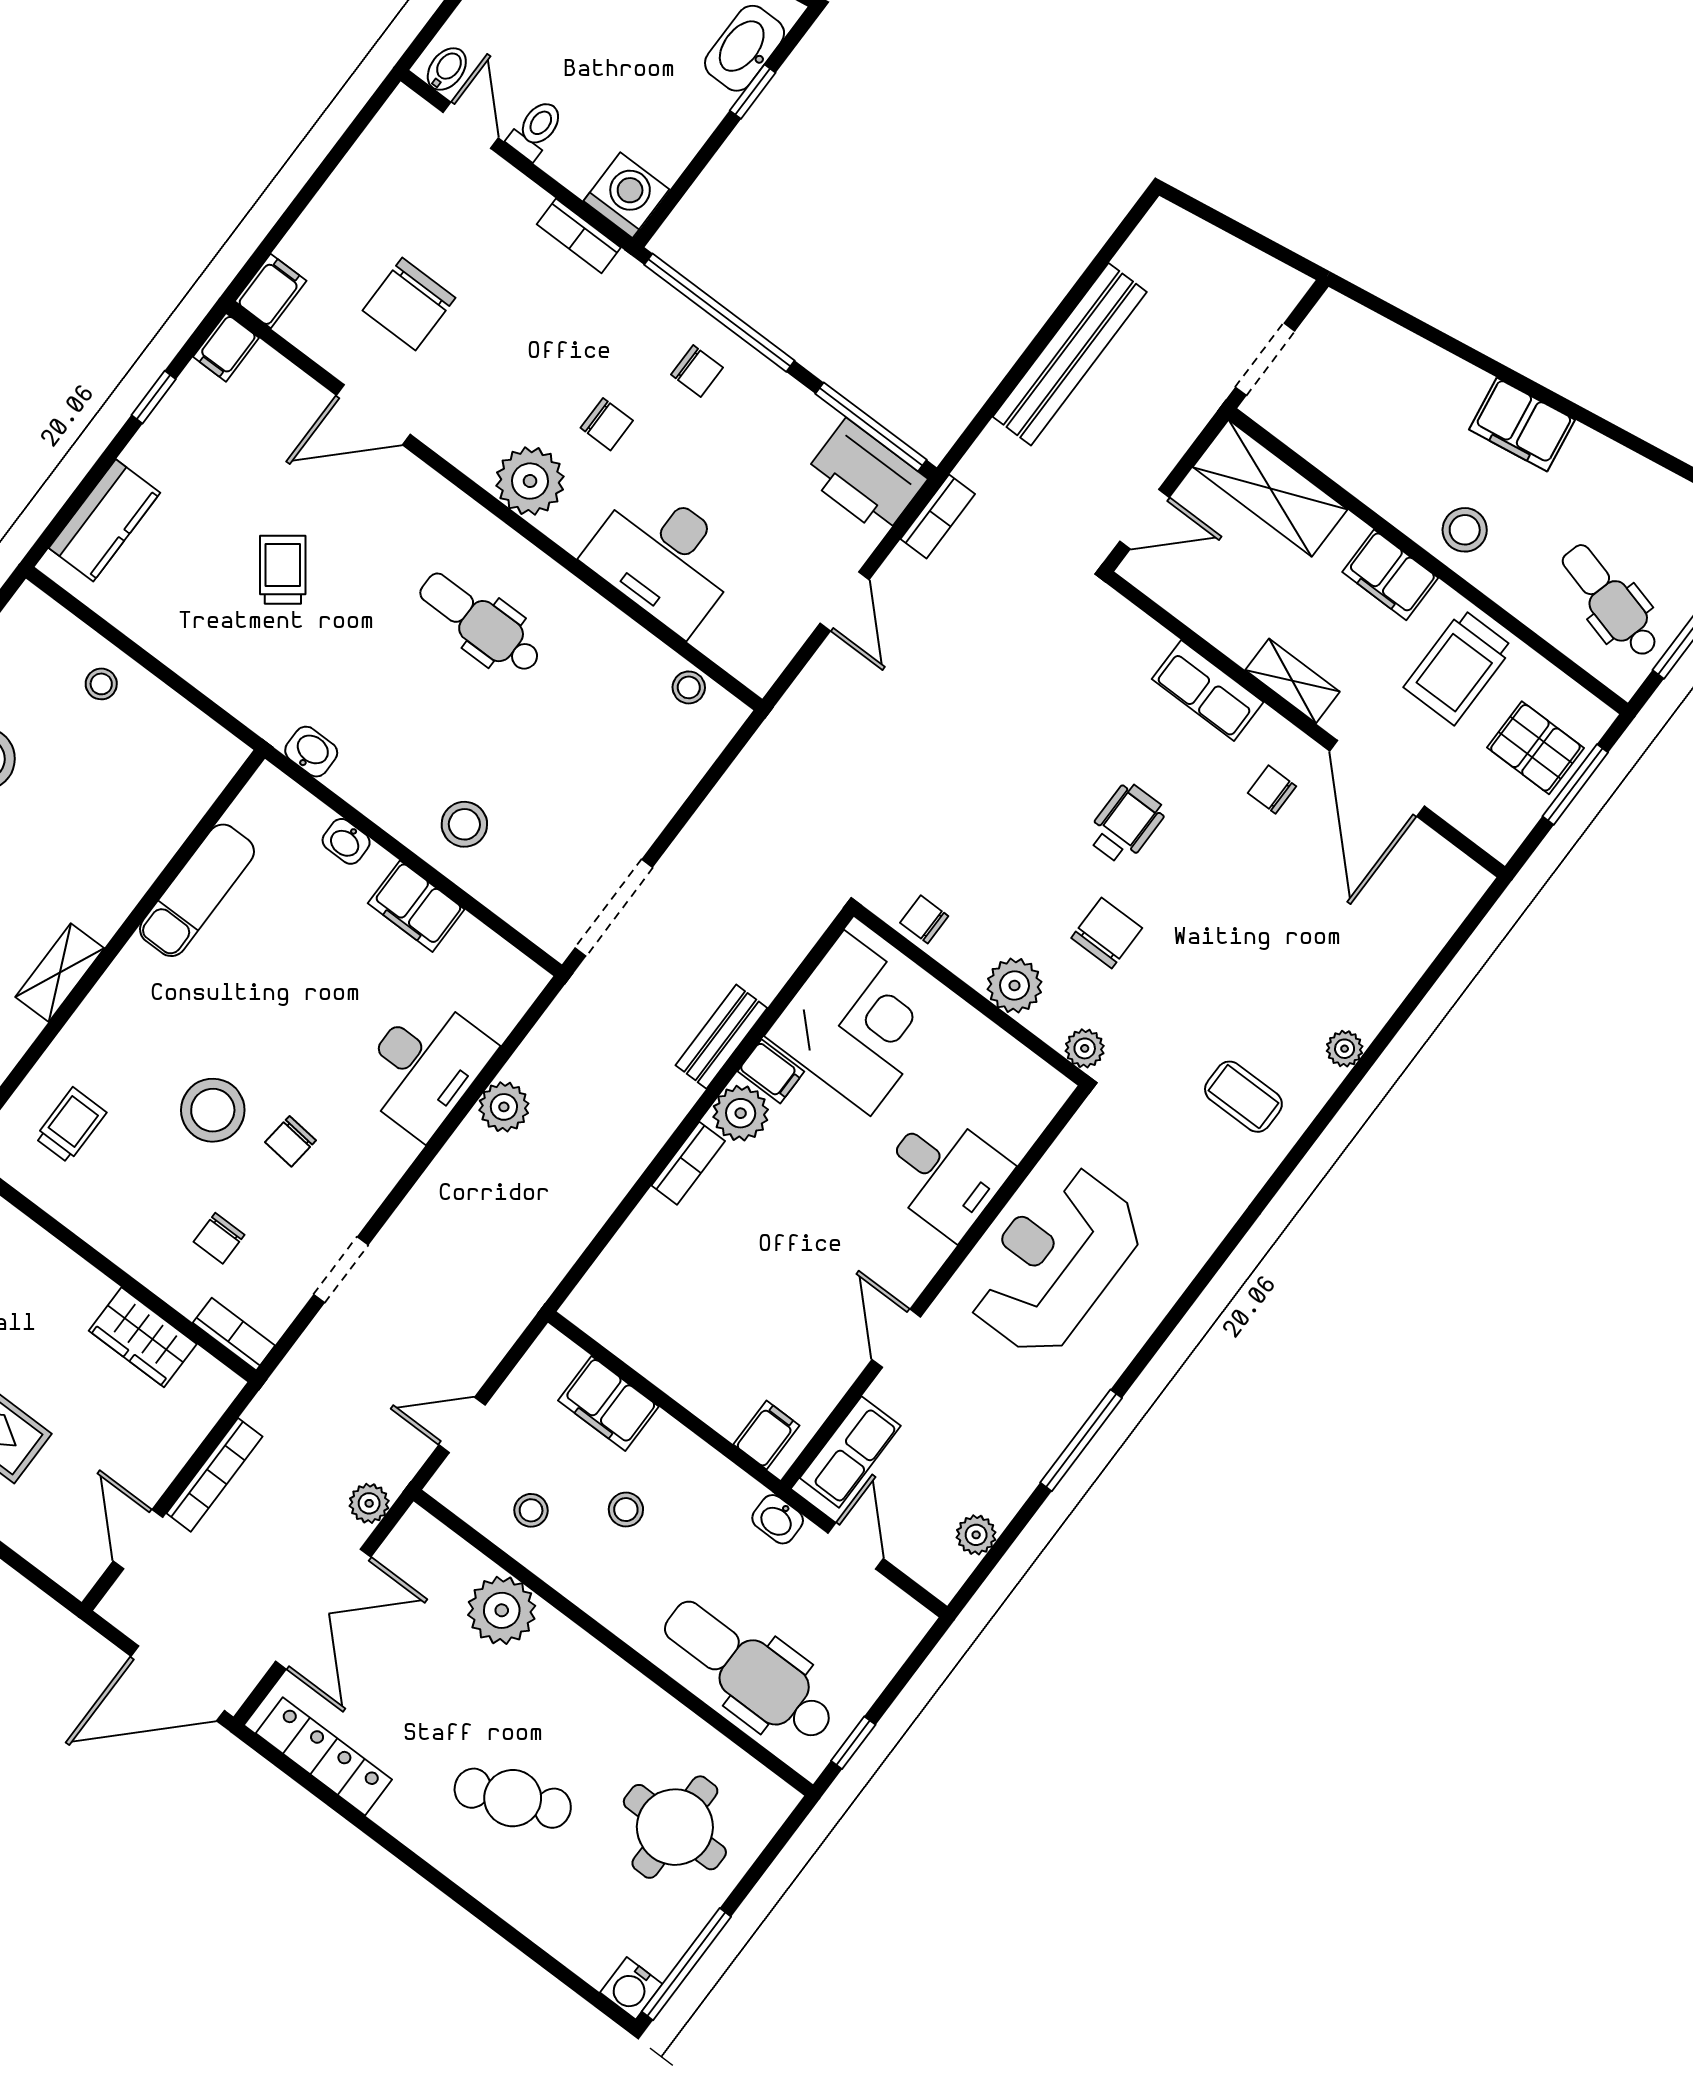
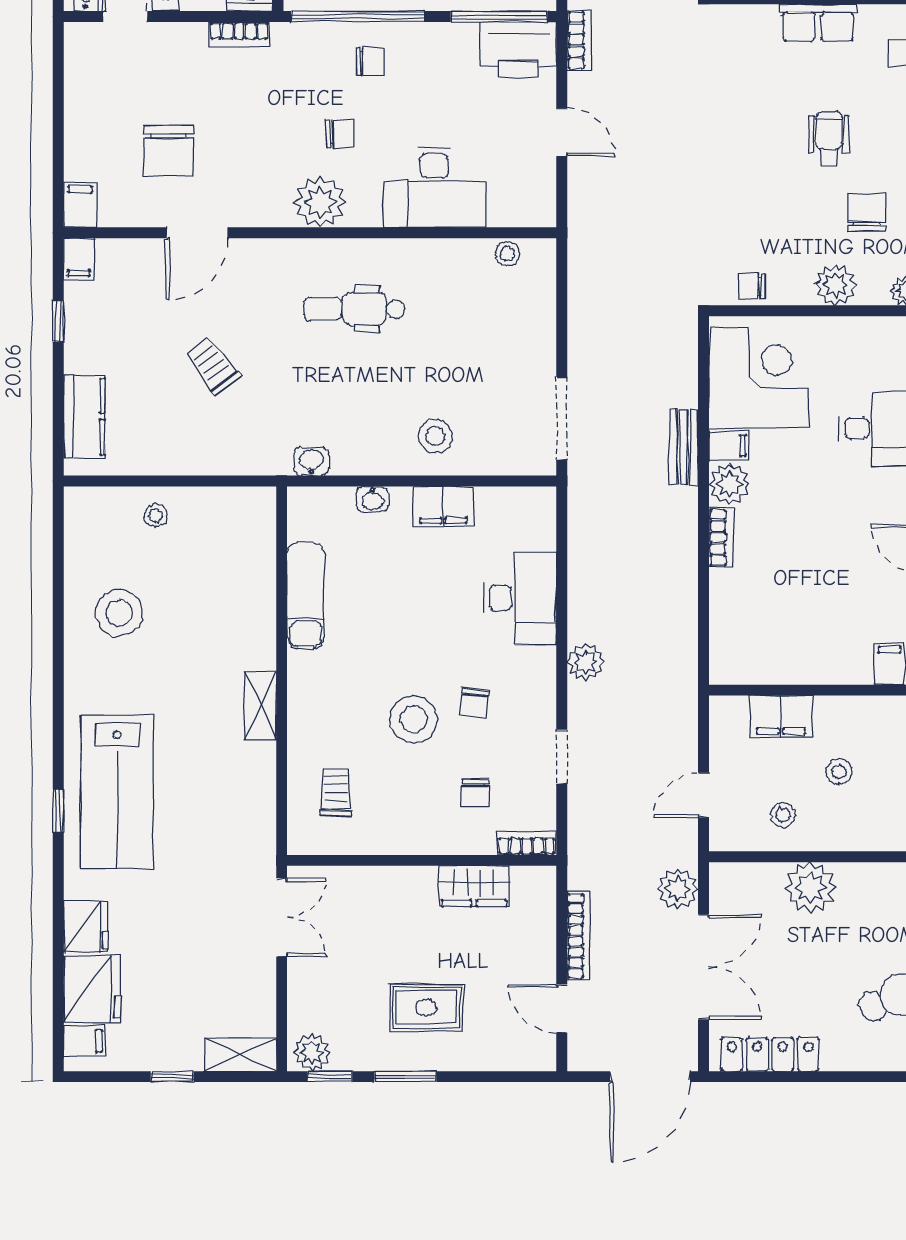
plant: (504, 1107) -> (586, 662), moved
plant: (369, 1503) -> (678, 889), width x1.38, depth x1.38

